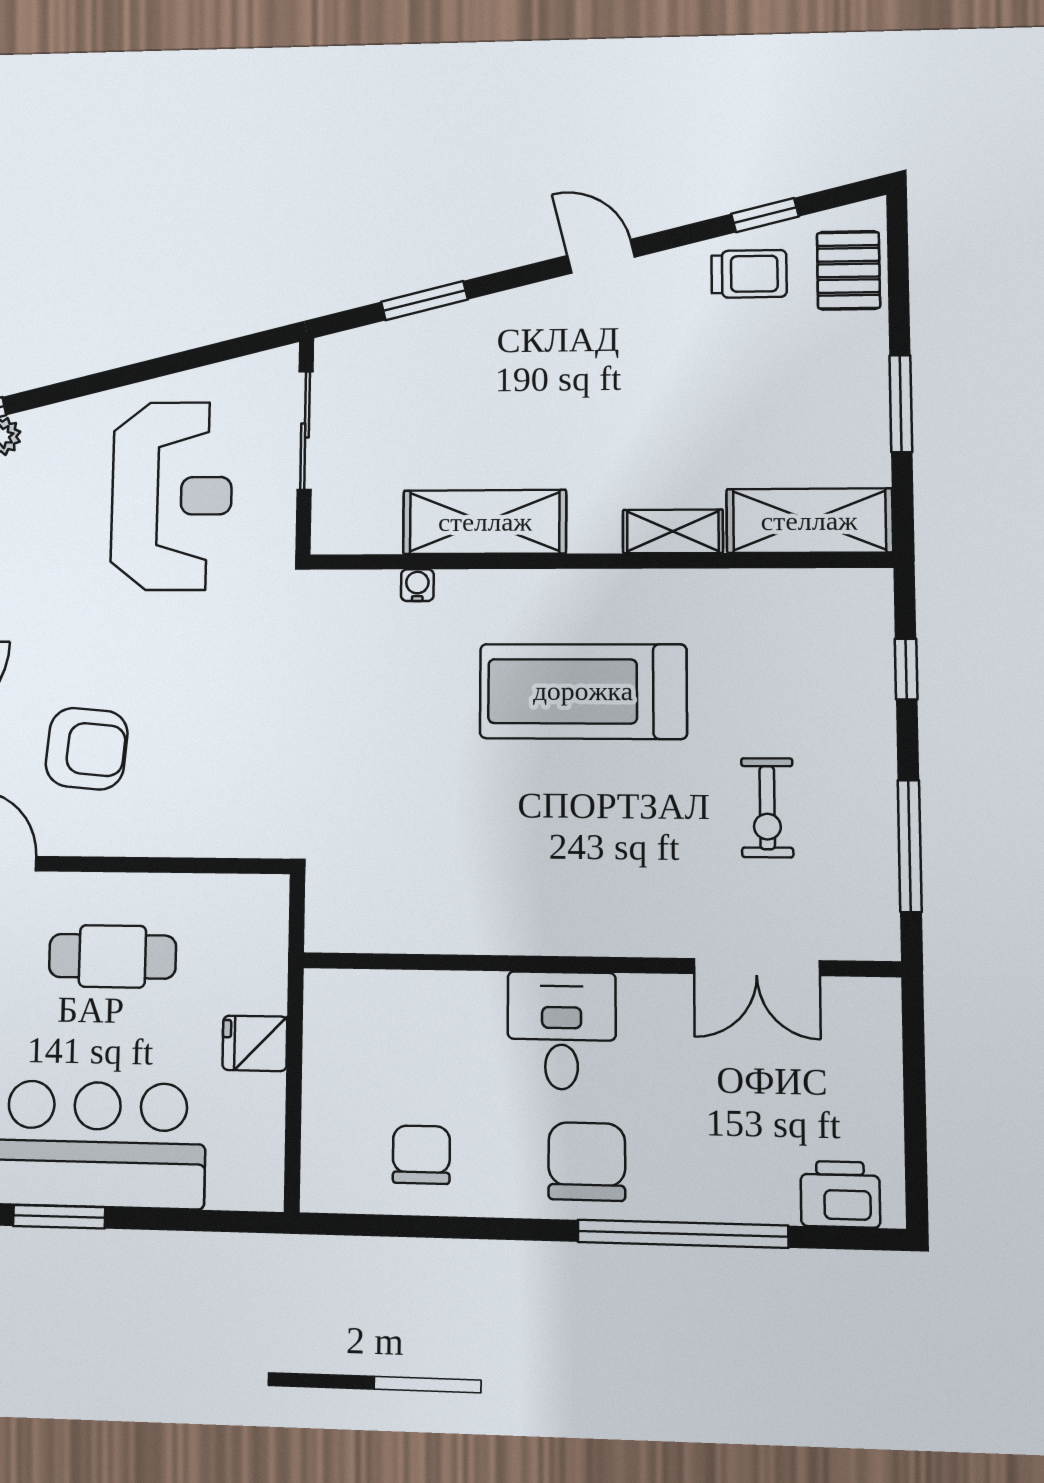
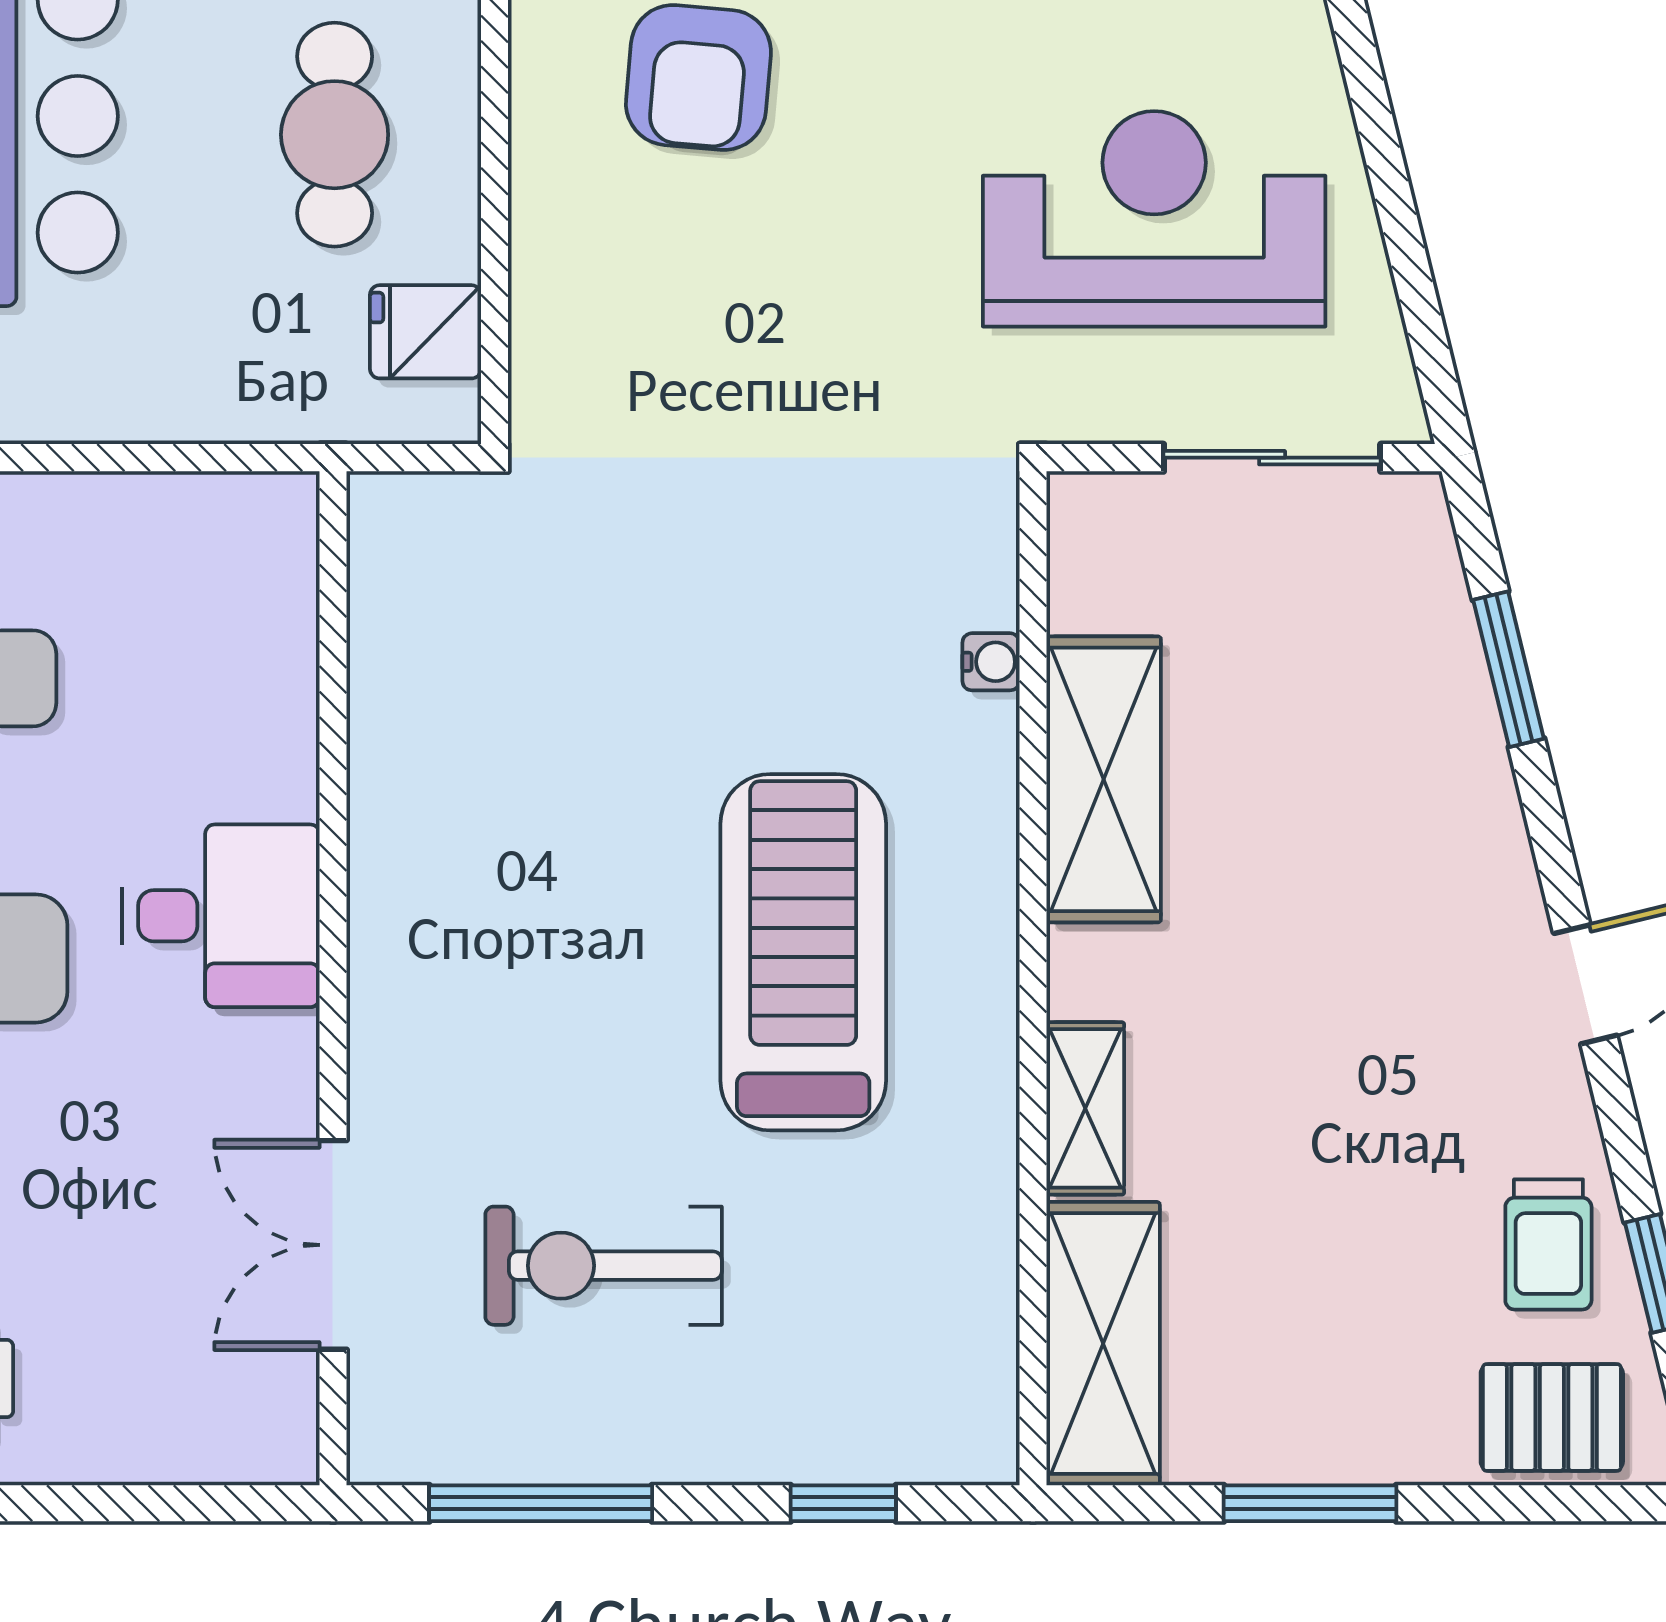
reception desk: (172, 496) -> (1154, 219), turned 180
exercise bike: (767, 808) -> (604, 1266), width x1.38, depth x1.39
fridge: (255, 1043) -> (426, 332), moved, turned -90

